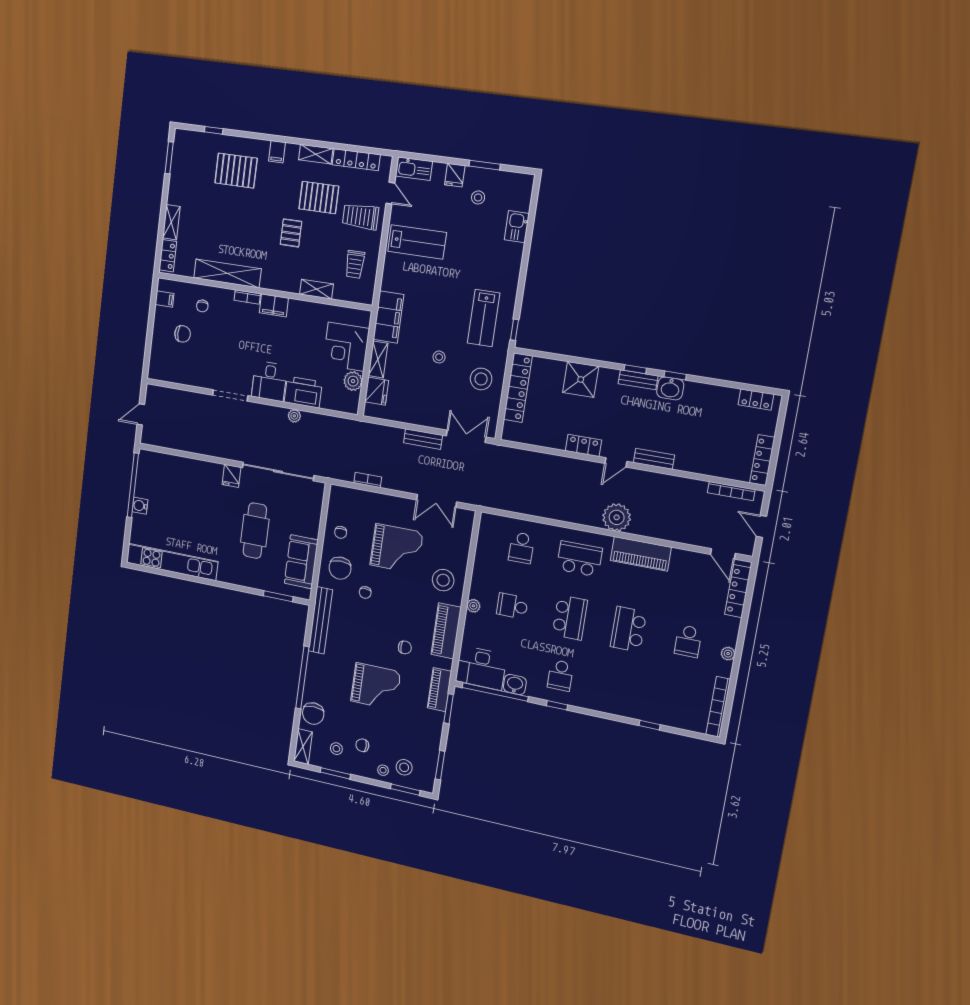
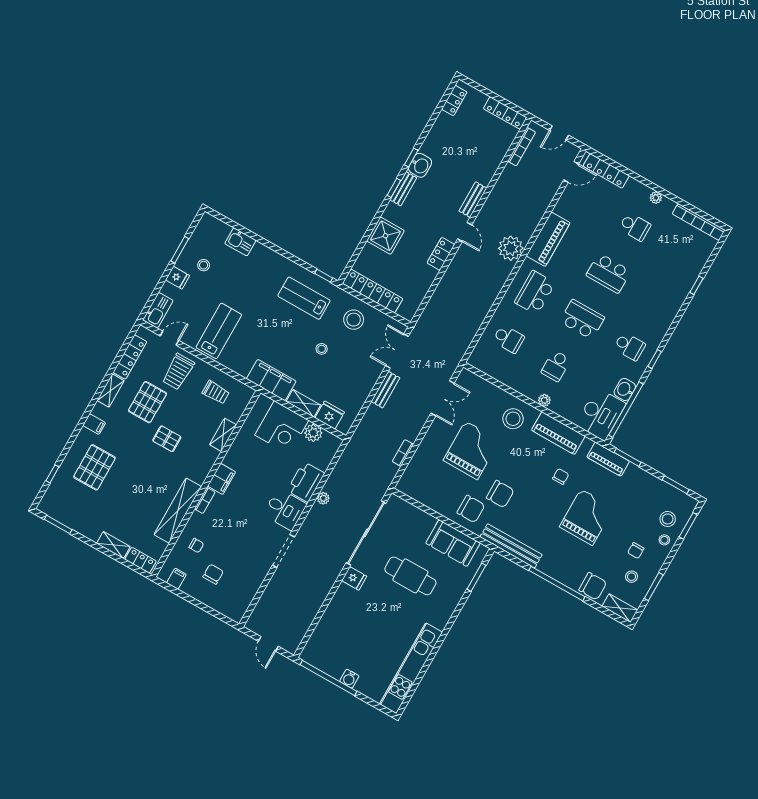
lab bench: (484, 318) -> (304, 298), turned 180
chair: (341, 532) -> (440, 496), removed
chair: (365, 592) -> (500, 494), width x1.87, depth x1.87

